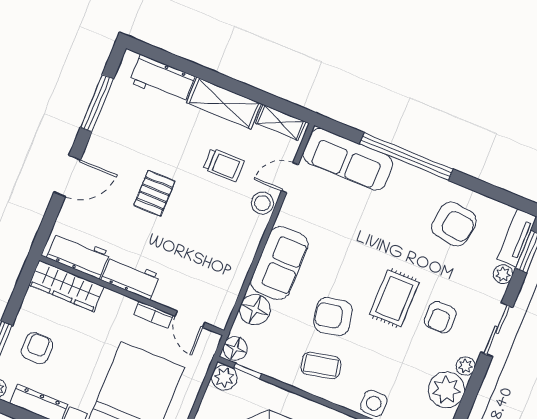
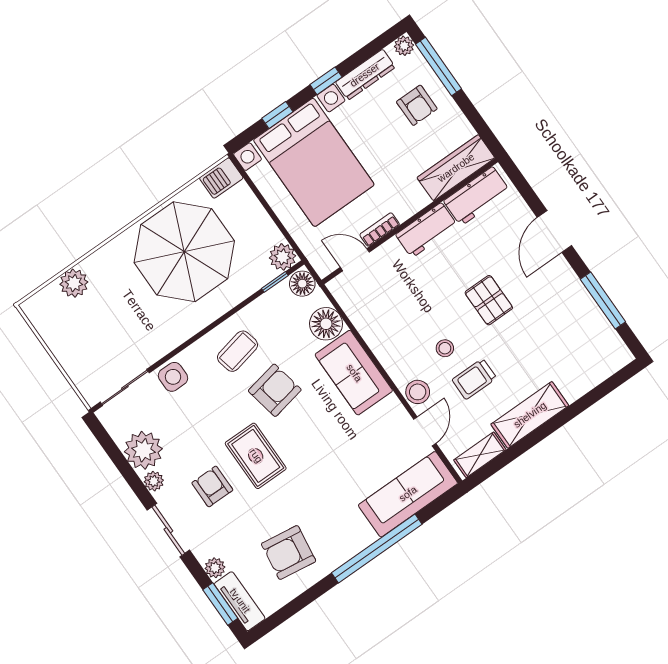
workbench: (162, 79) -> (587, 373), removed
stool: (214, 204) -> (445, 348), added

